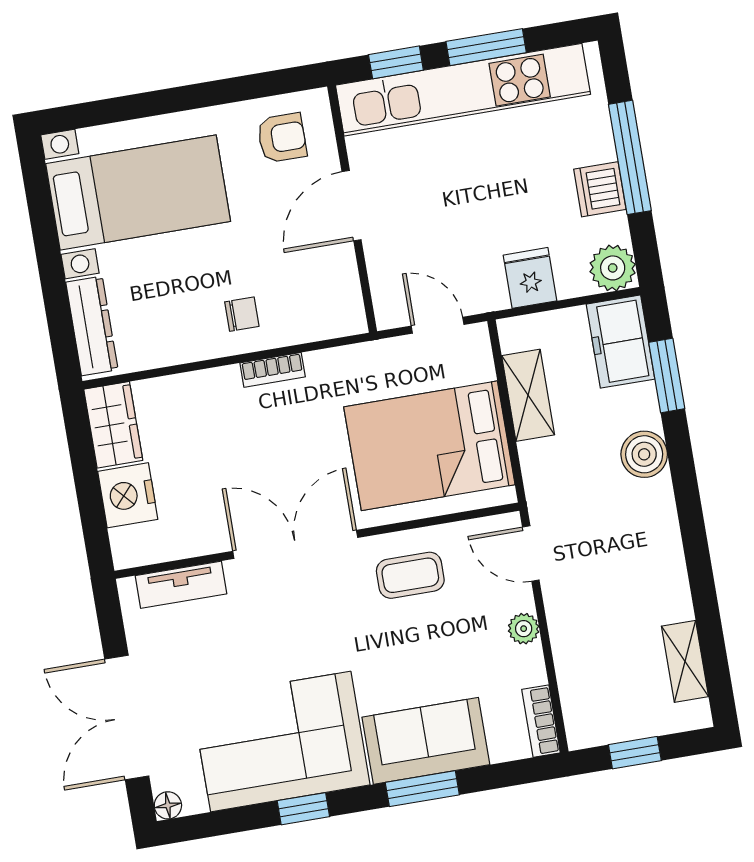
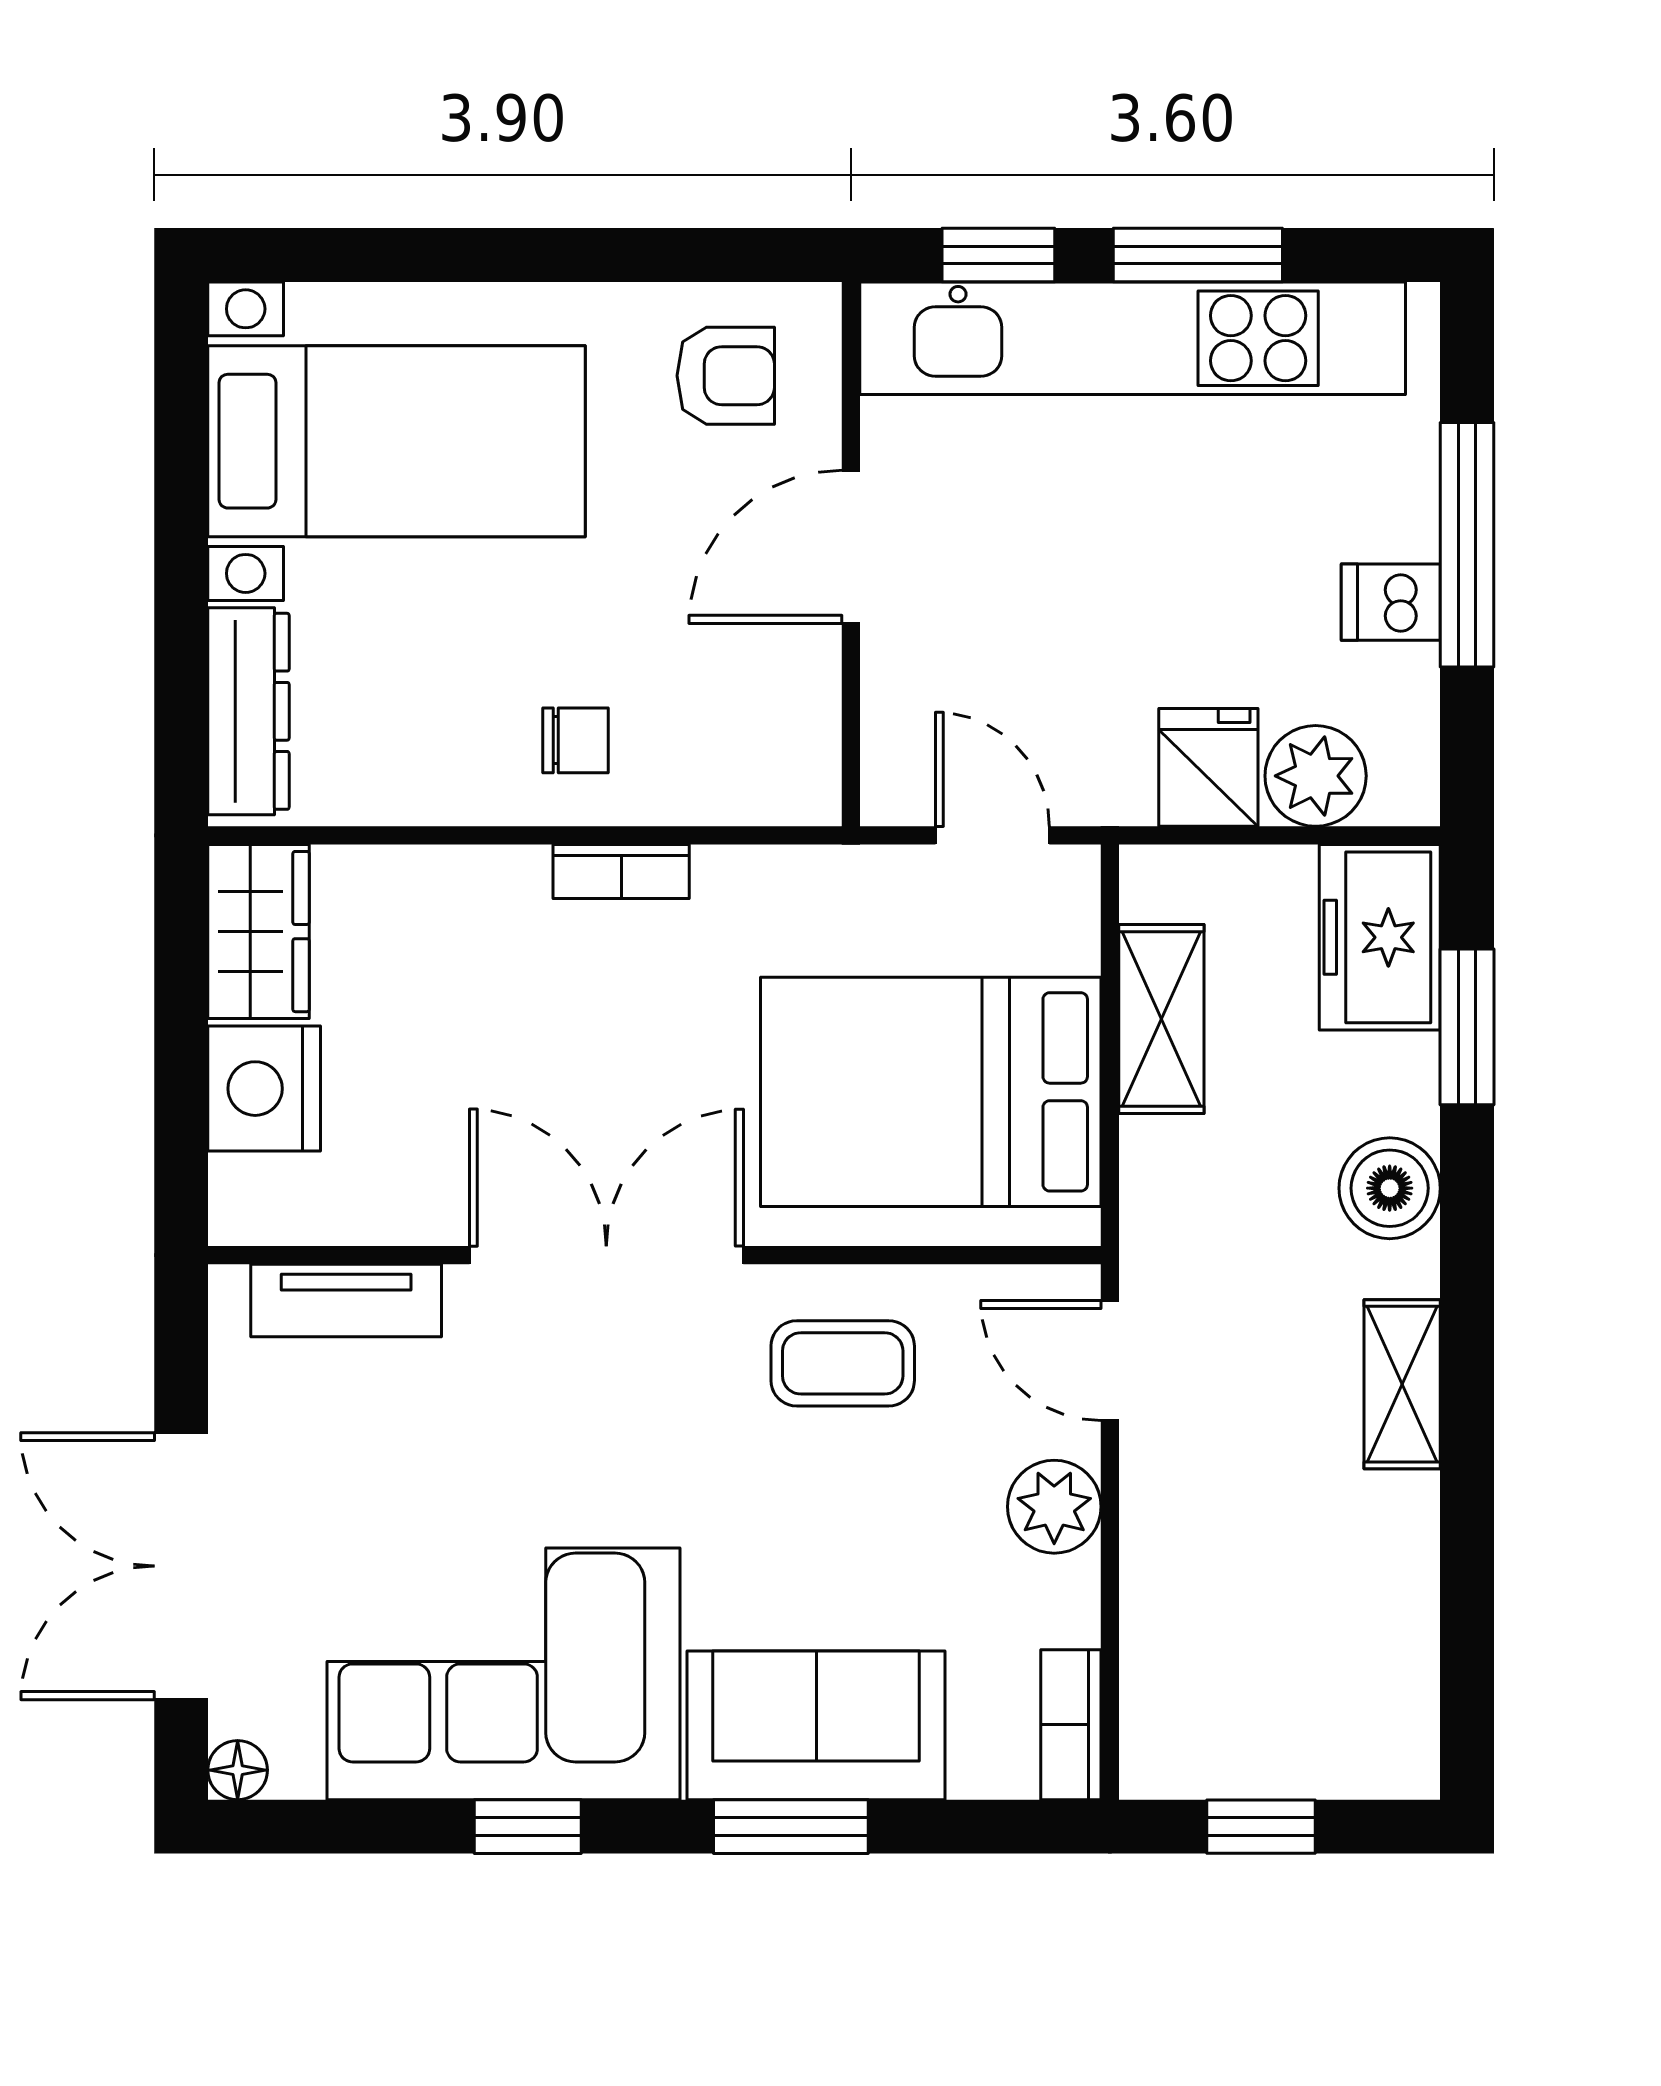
dishwasher: (600, 189) -> (1391, 602), width x0.73
plant: (613, 268) -> (1316, 776), moved
plant: (524, 629) -> (1054, 1507), width x1.38, depth x1.38
shelving: (685, 661) -> (1402, 1384), moved

